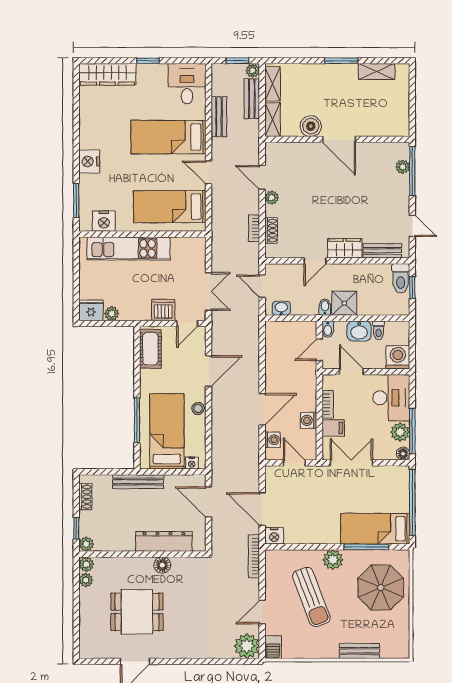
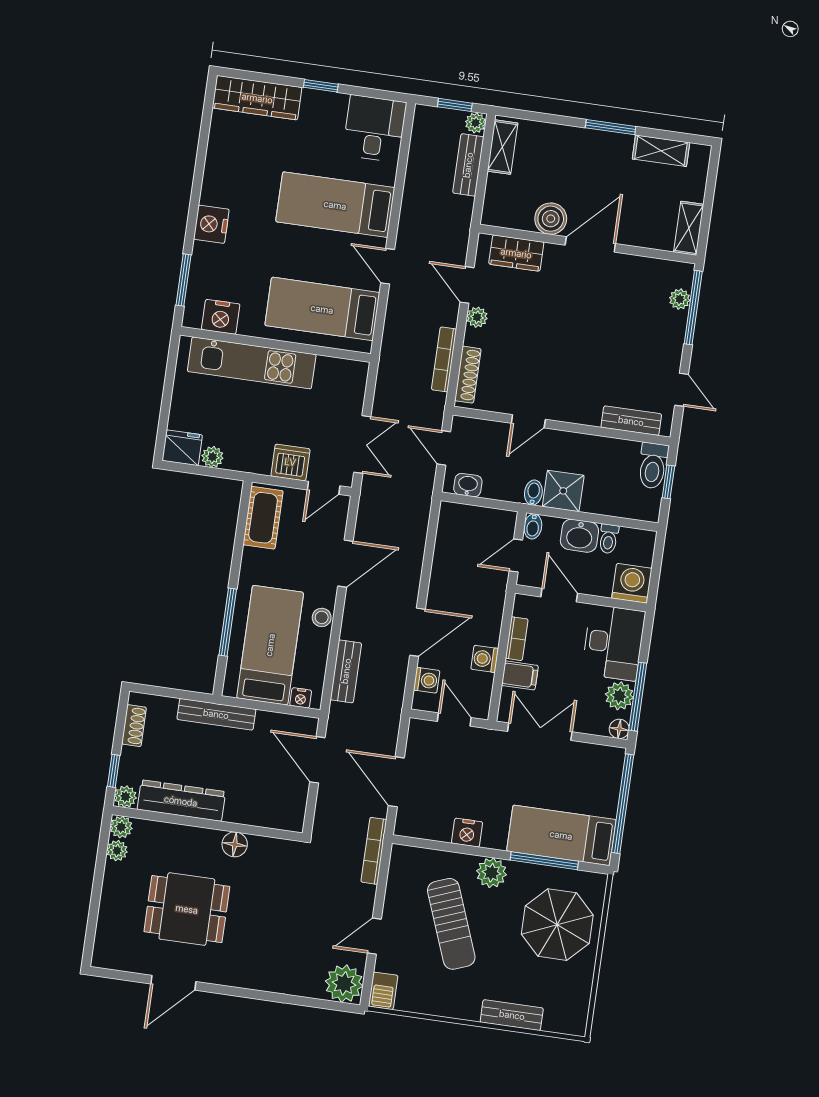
bench: (219, 117) -> (346, 671), moved
shelving: (273, 120) -> (689, 228), moved
door: (339, 139) -> (590, 244), swing flipped
bookcase: (254, 228) -> (444, 359), width x1.56
shoe rack: (271, 231) -> (468, 375), width x1.43
wardrobe: (345, 248) -> (516, 253), moved, turned 180
nightstand: (274, 536) -> (467, 833), moved
dresser: (164, 541) -> (181, 801), moved

